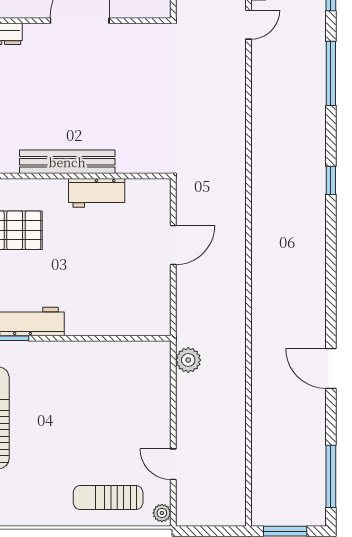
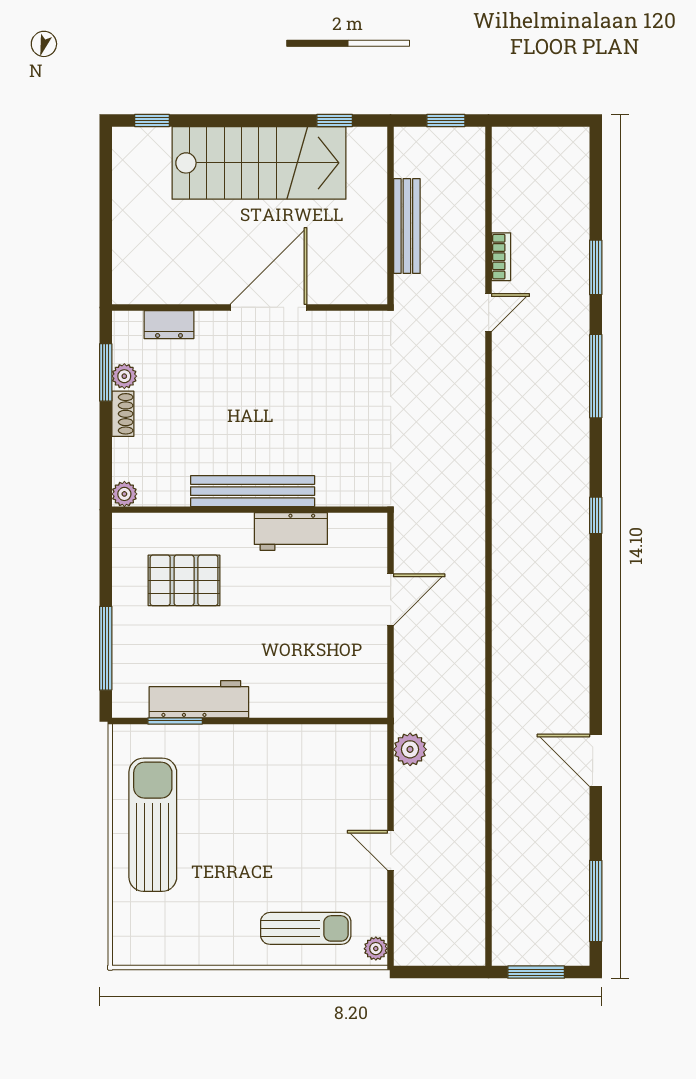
door: (173, 464) -> (391, 850), moved
sun lounger: (108, 498) -> (306, 928), turned 180

